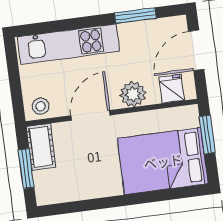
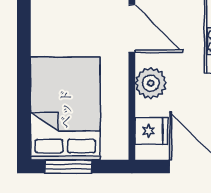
window: (207, 135) -> (69, 167), moved

